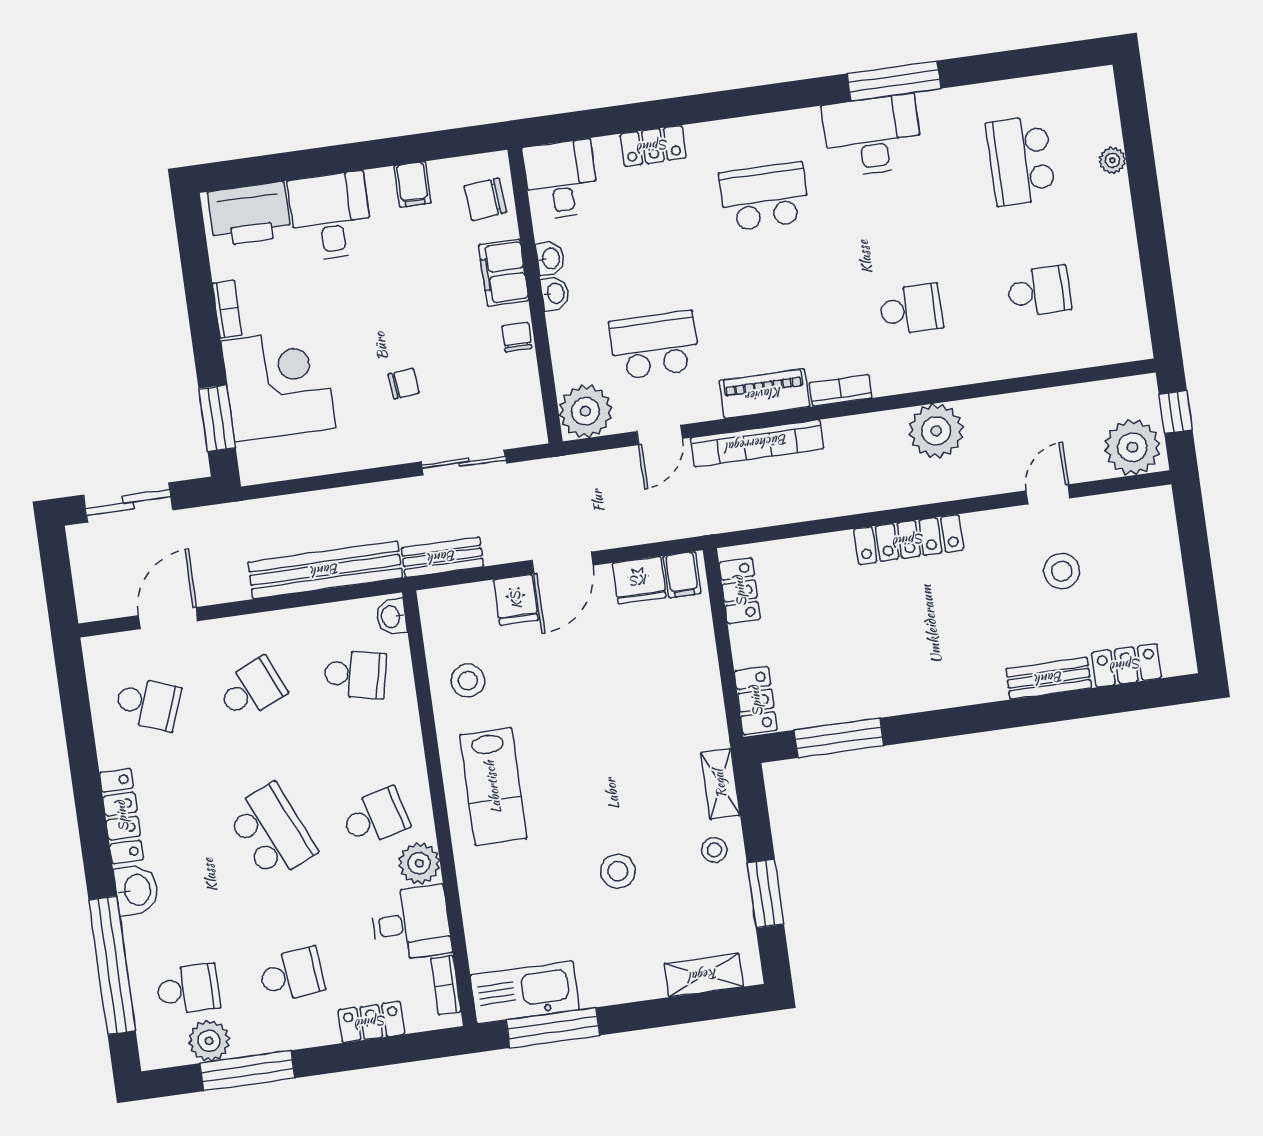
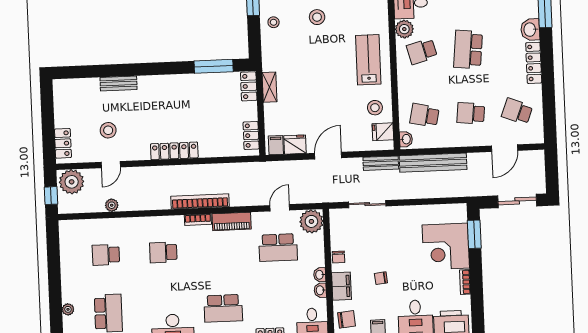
chair: (404, 384) -> (381, 278), moved
plant: (936, 431) -> (112, 205), moved, width x0.53, depth x0.53
bookcase: (757, 443) -> (200, 201), moved
fridge: (516, 600) -> (383, 132), moved, turned -90
locker: (1126, 665) -> (63, 143), moved, turned -90
school desk: (252, 689) -> (471, 113), turned 30
shelving: (720, 784) -> (270, 87), moved
school desk: (272, 832) -> (468, 49), turned 30

